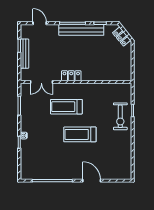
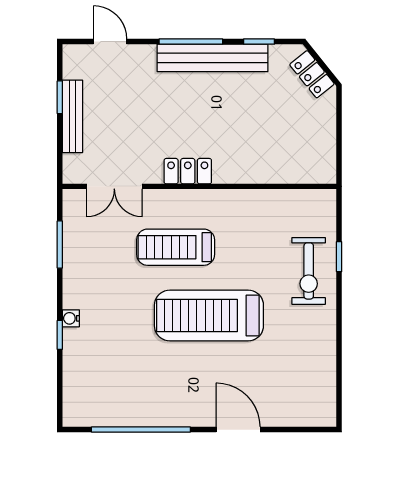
treadmill: (80, 134) -> (209, 315), width x1.37, depth x1.38

